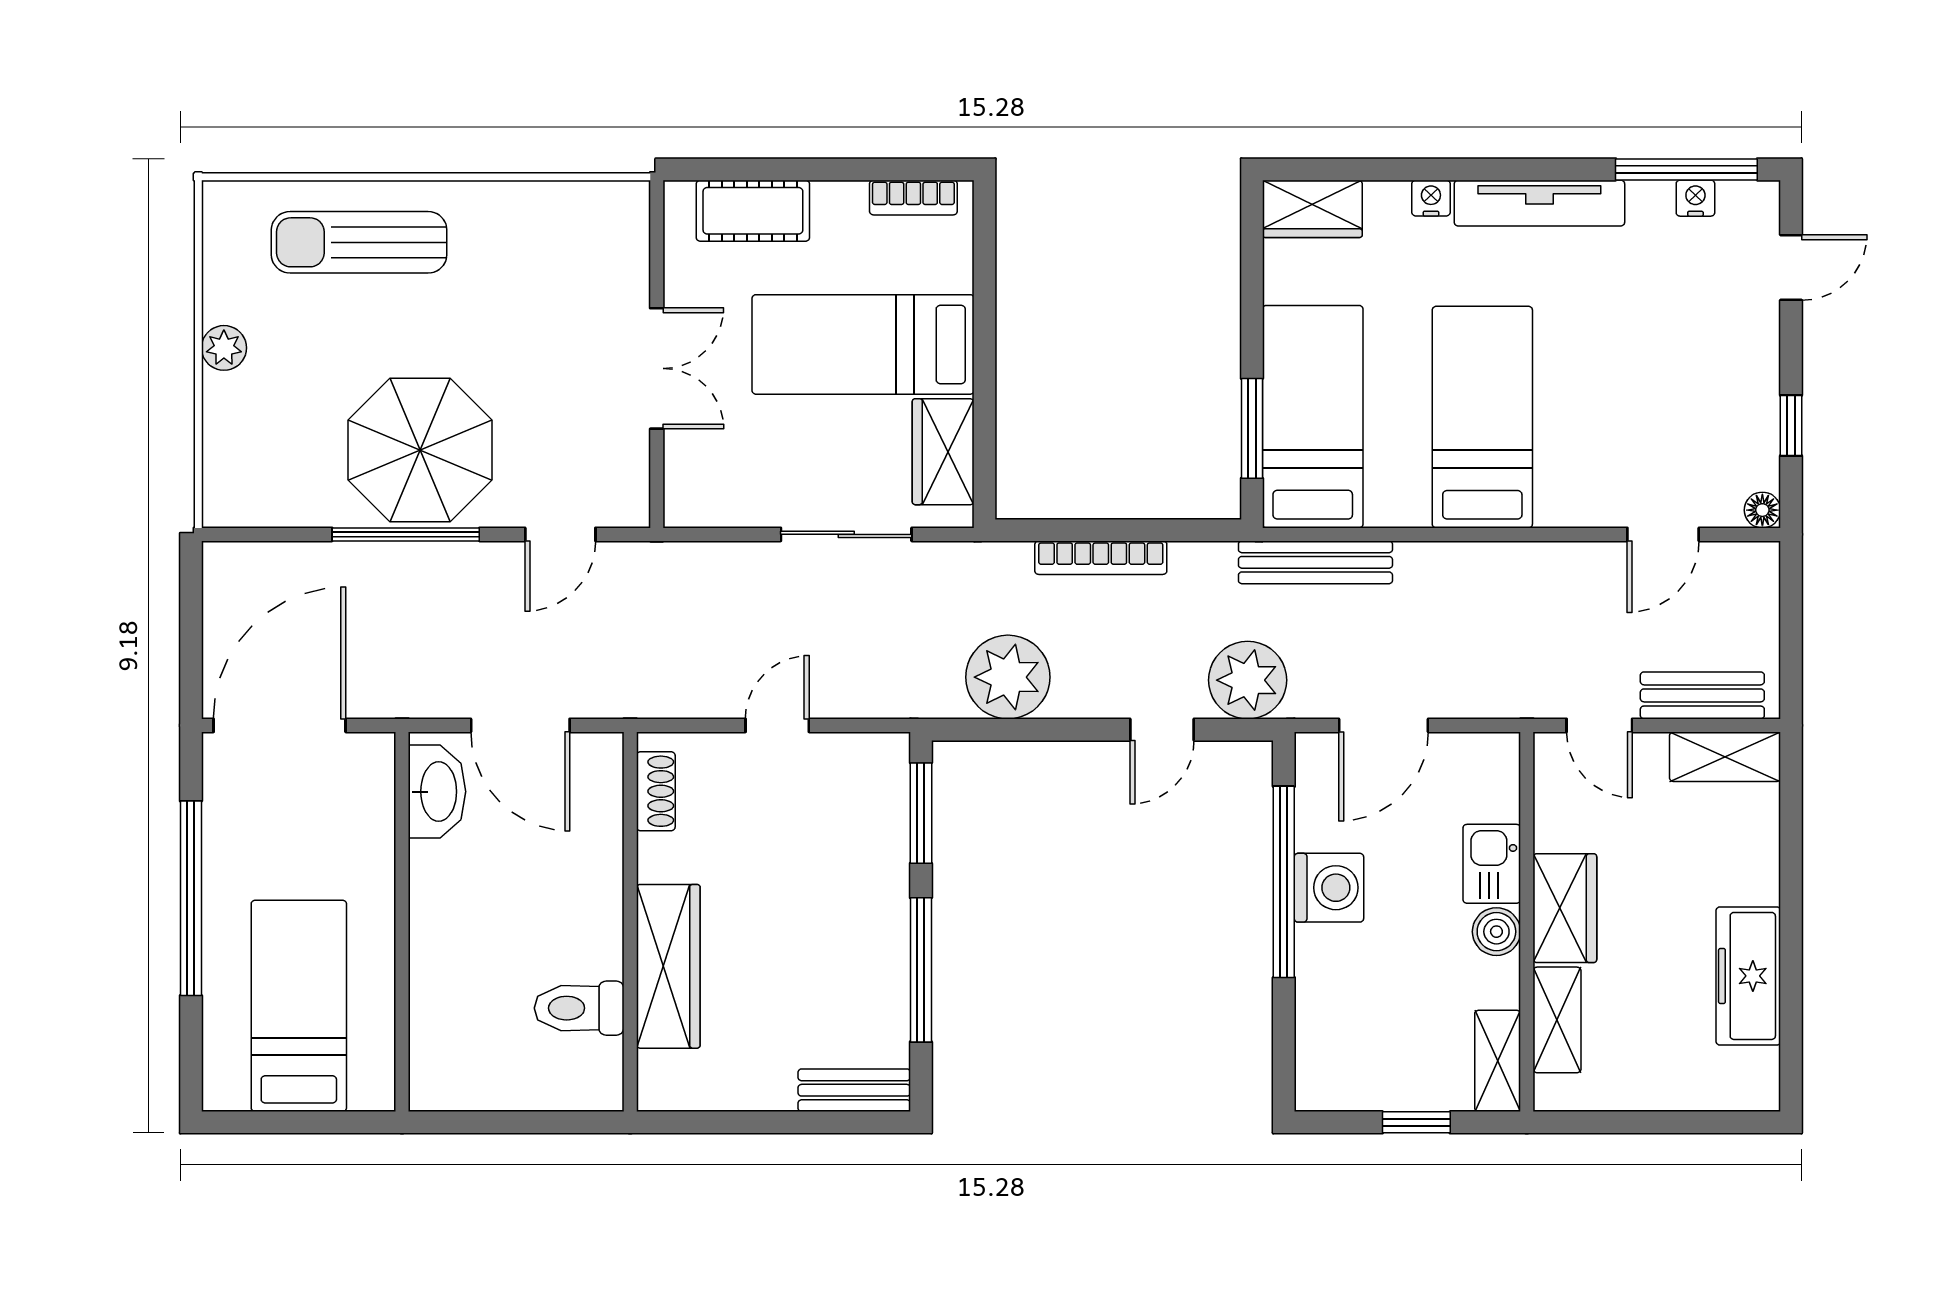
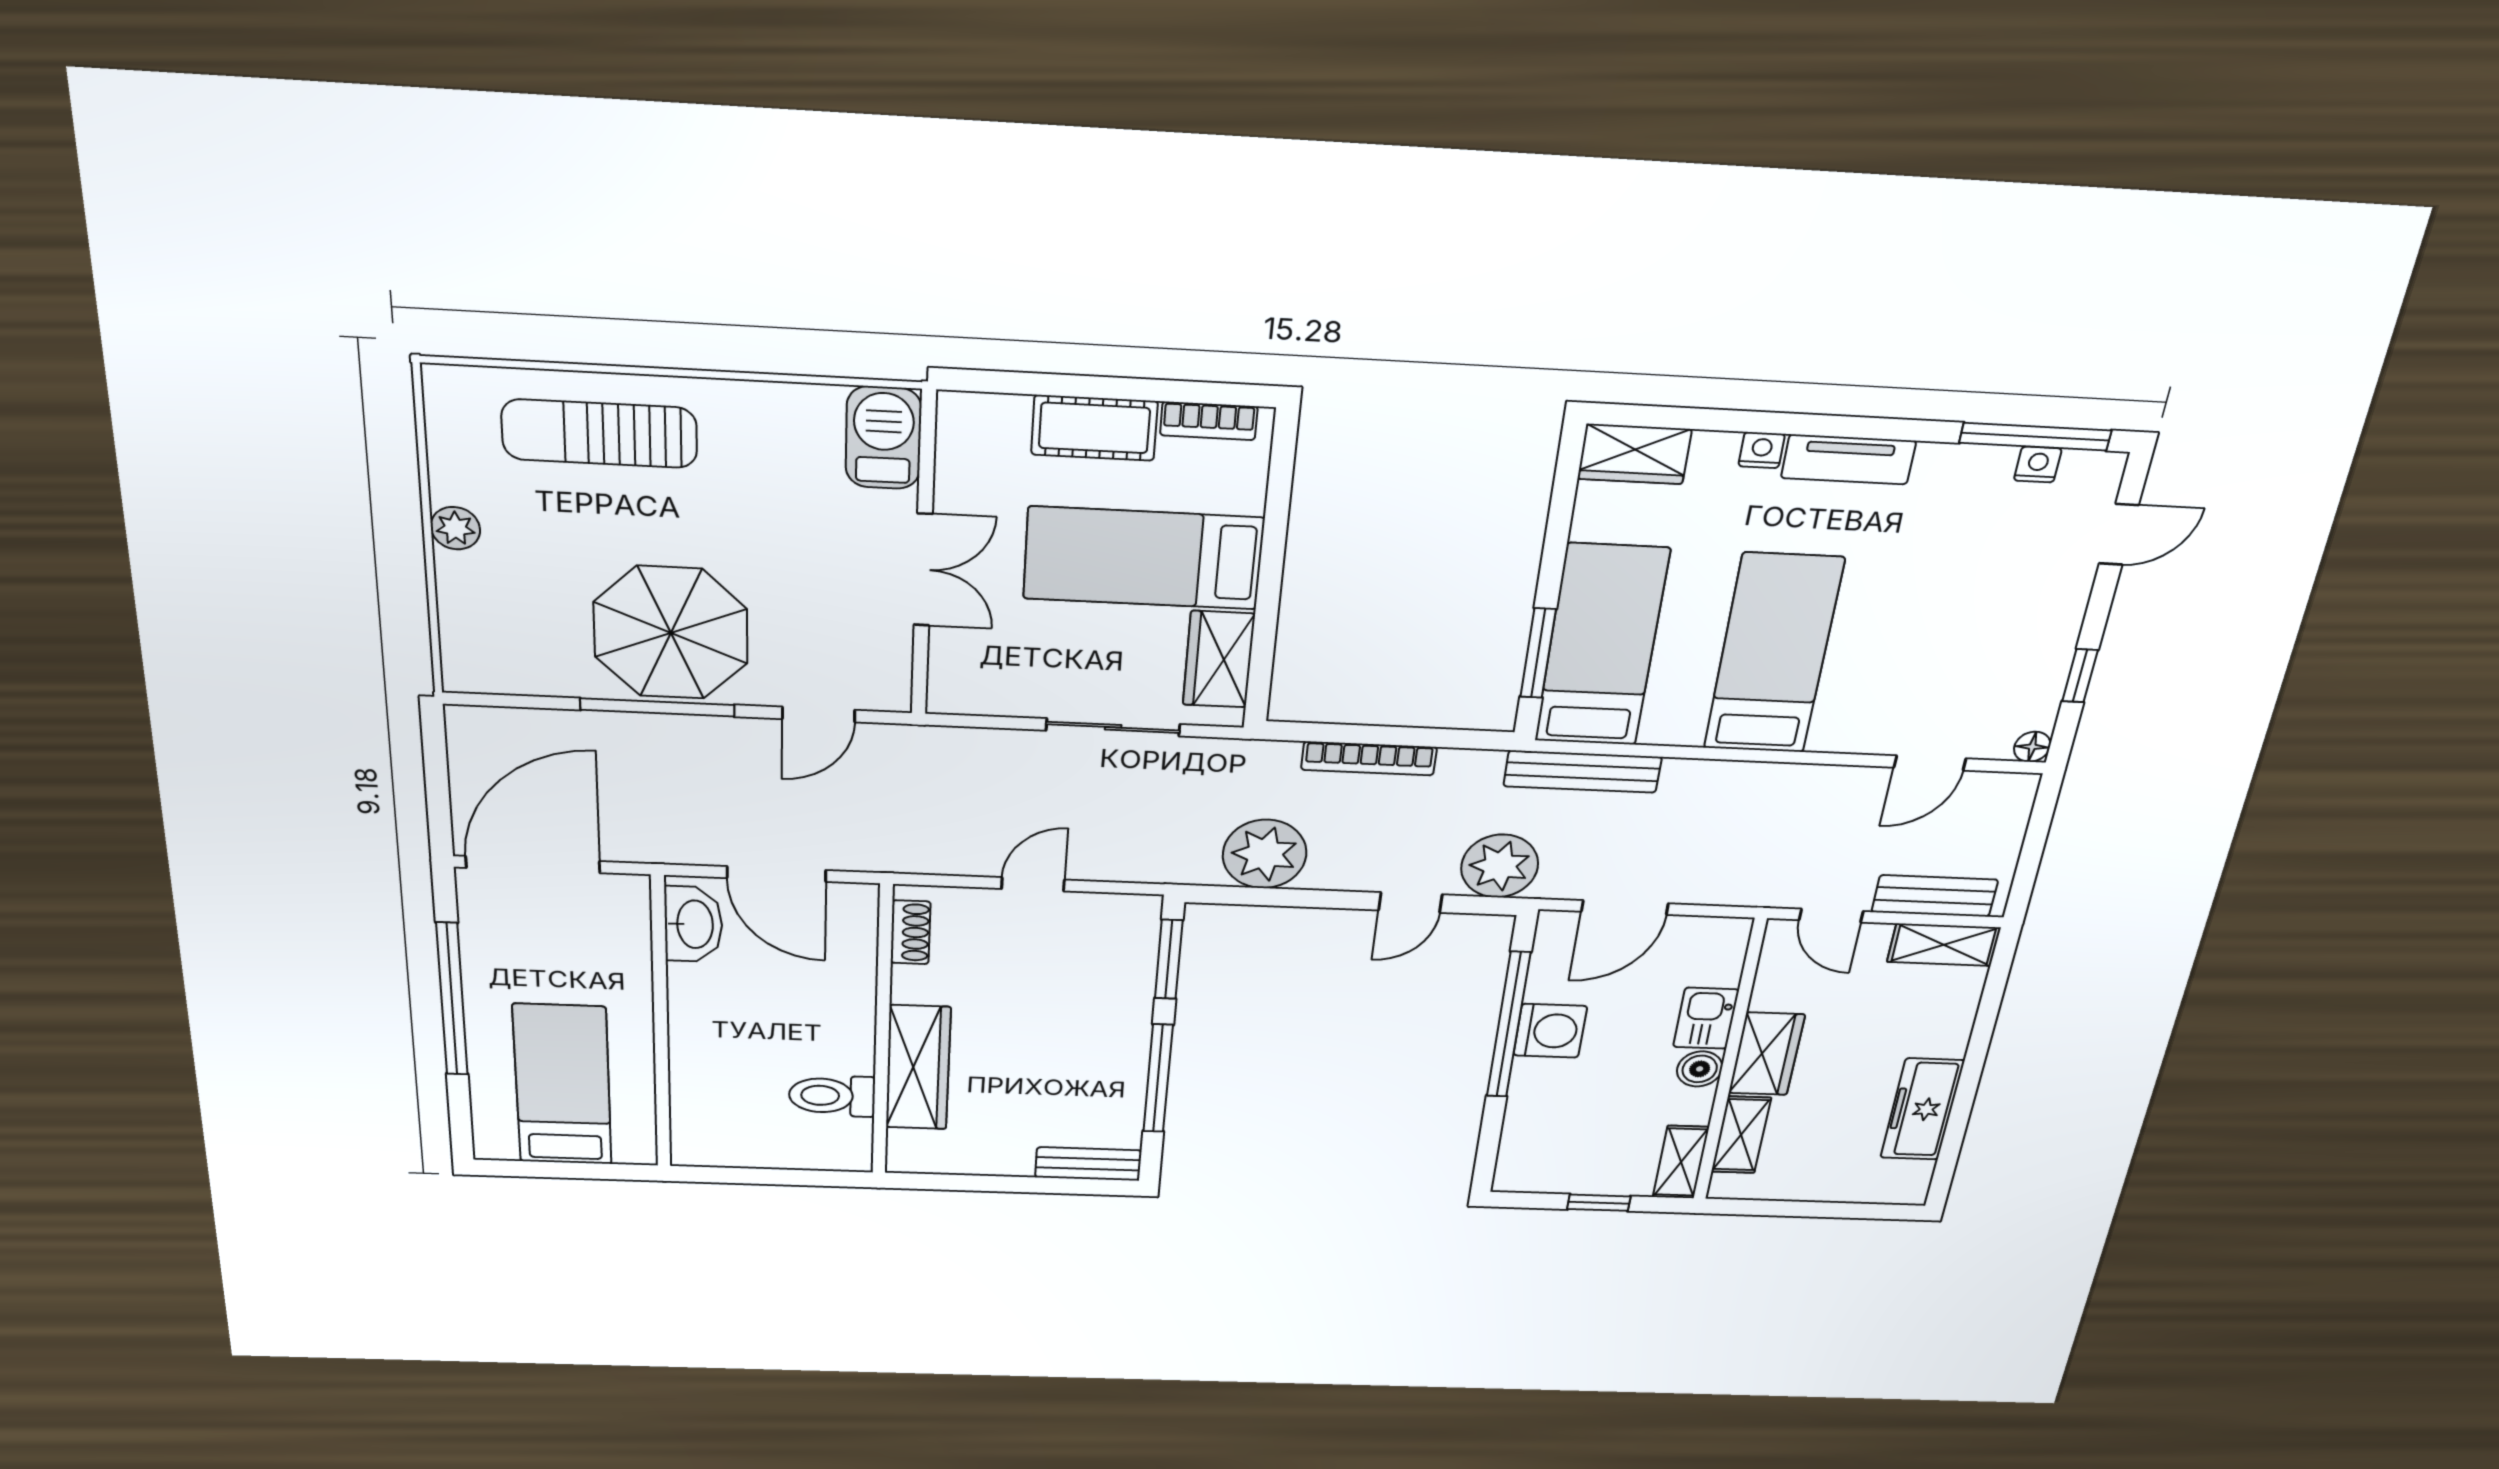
tv unit: (1539, 203) -> (1848, 459), width x0.71
cot: (753, 211) -> (1094, 428), moved
barbecue: (617, 232) -> (883, 438), added

